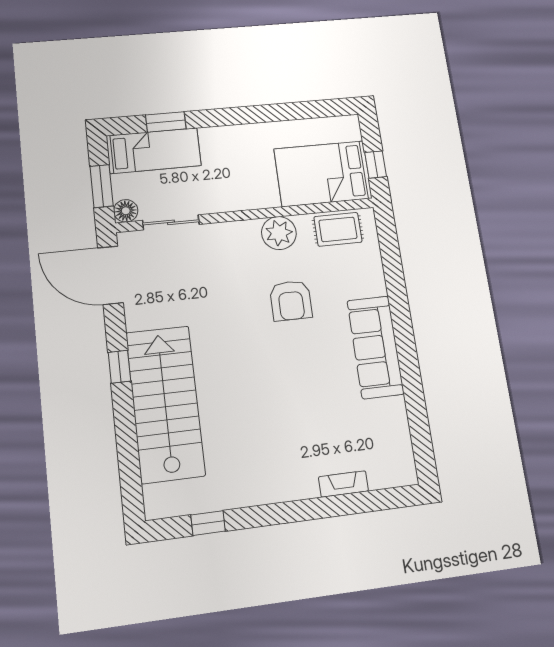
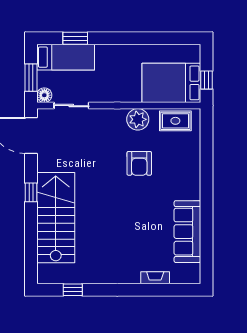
sofa: (375, 347) -> (187, 232), moved

